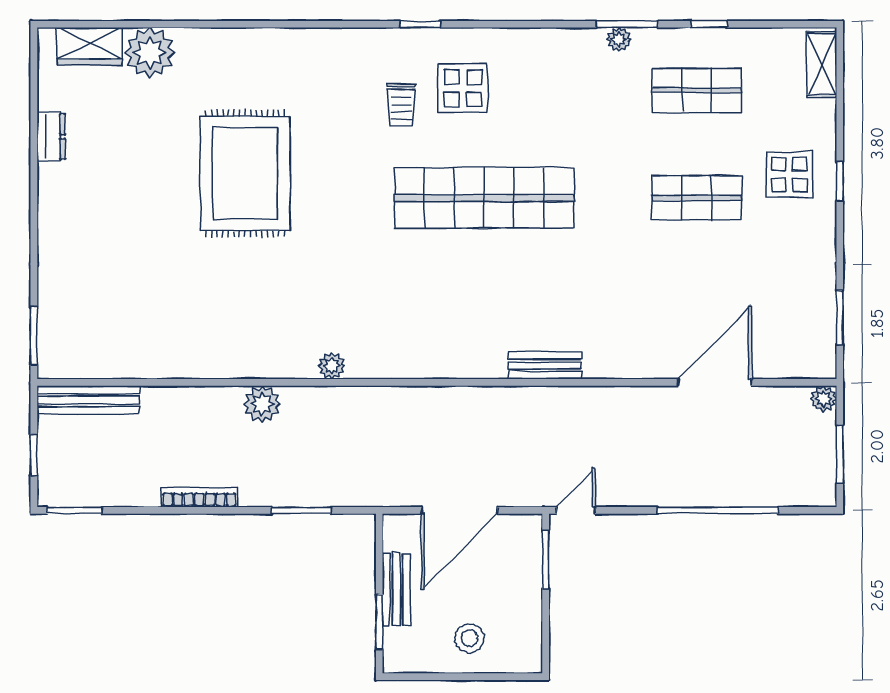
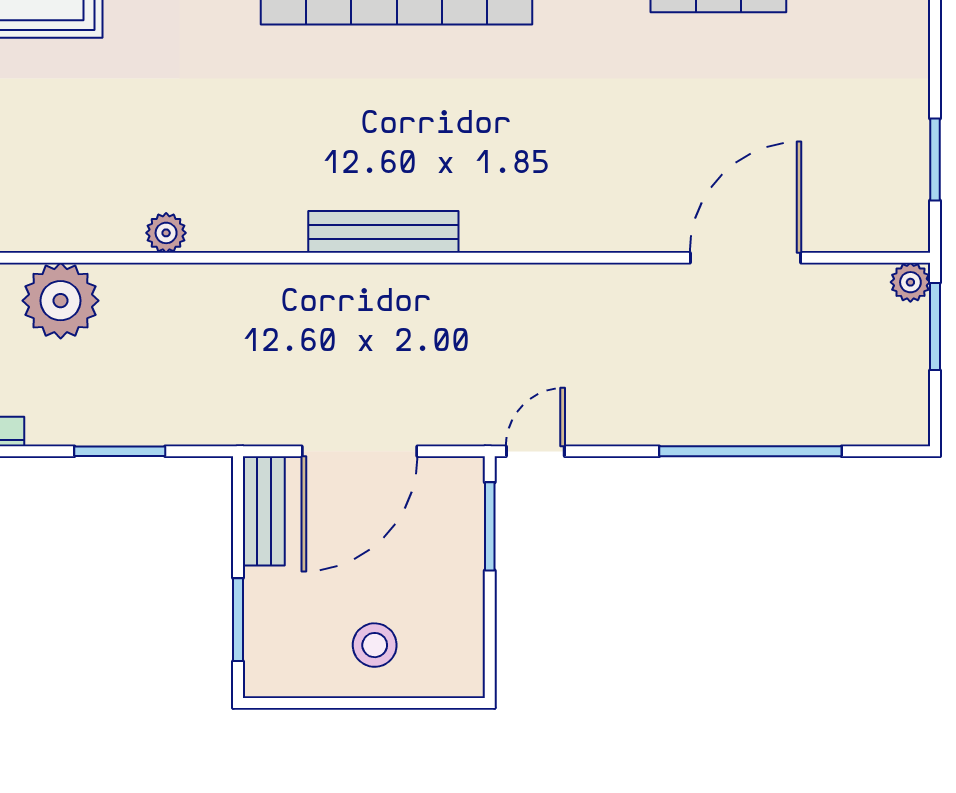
bench: (545, 365) -> (383, 232), moved, width x1.36
plant: (262, 404) -> (61, 301), width x1.36, depth x1.36
window: (840, 454) -> (935, 327), moved
bench: (396, 589) -> (264, 511), moved

